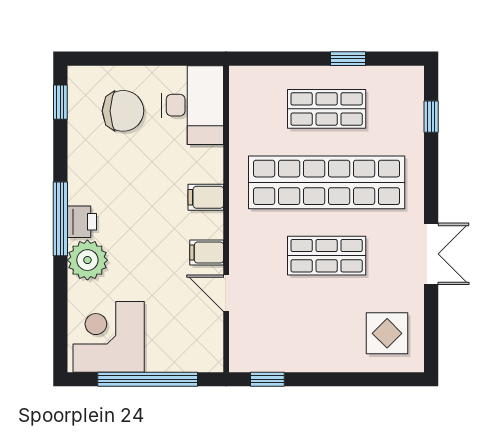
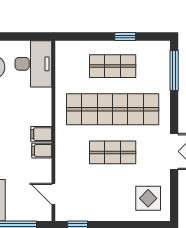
window: (431, 117) -> (174, 71), width x2.17
filing cabinet: (206, 197) -> (41, 134), moved
door: (226, 293) -> (53, 194), moved

